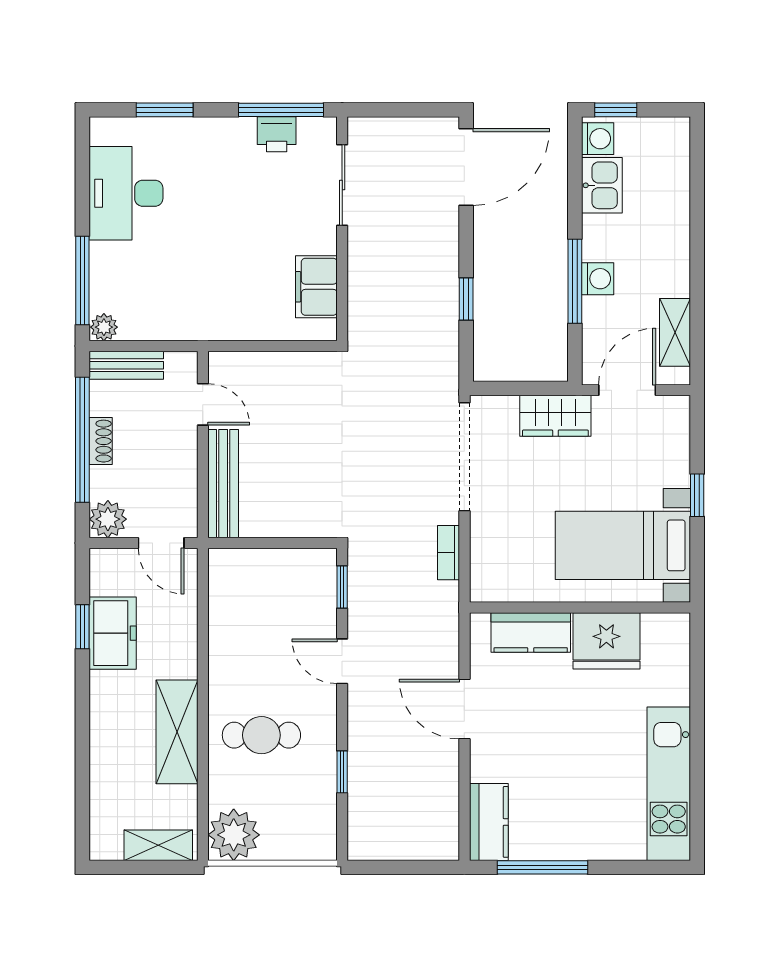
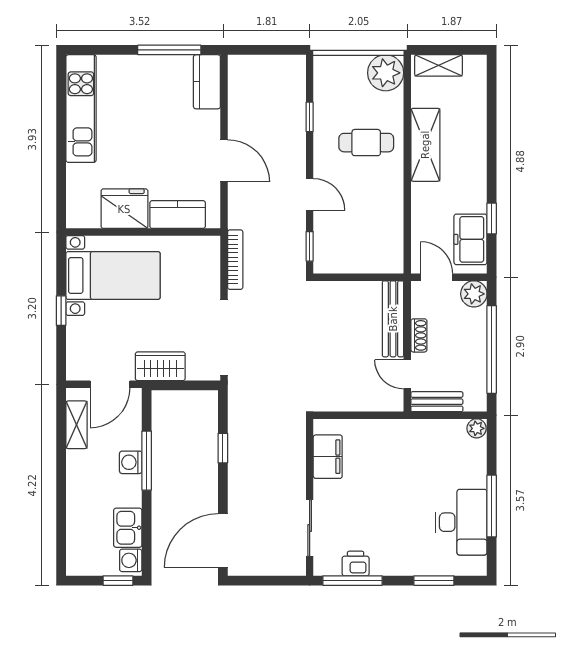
window: (82, 280) -> (492, 506), moved
bench: (126, 365) -> (437, 402), moved
shoe rack: (101, 441) -> (419, 335), moved, turned 180
bookcase: (448, 553) -> (235, 260), width x1.56
freezer: (113, 633) -> (470, 239), moved

